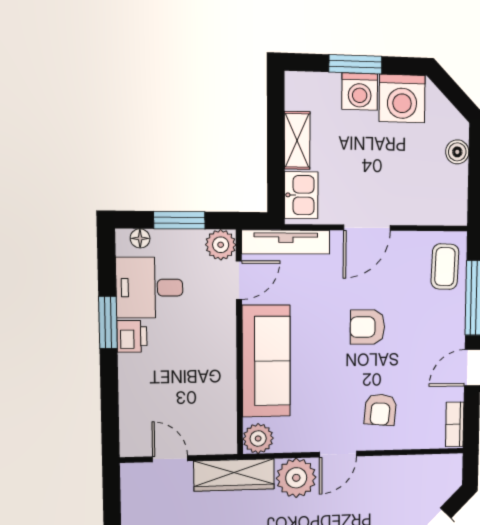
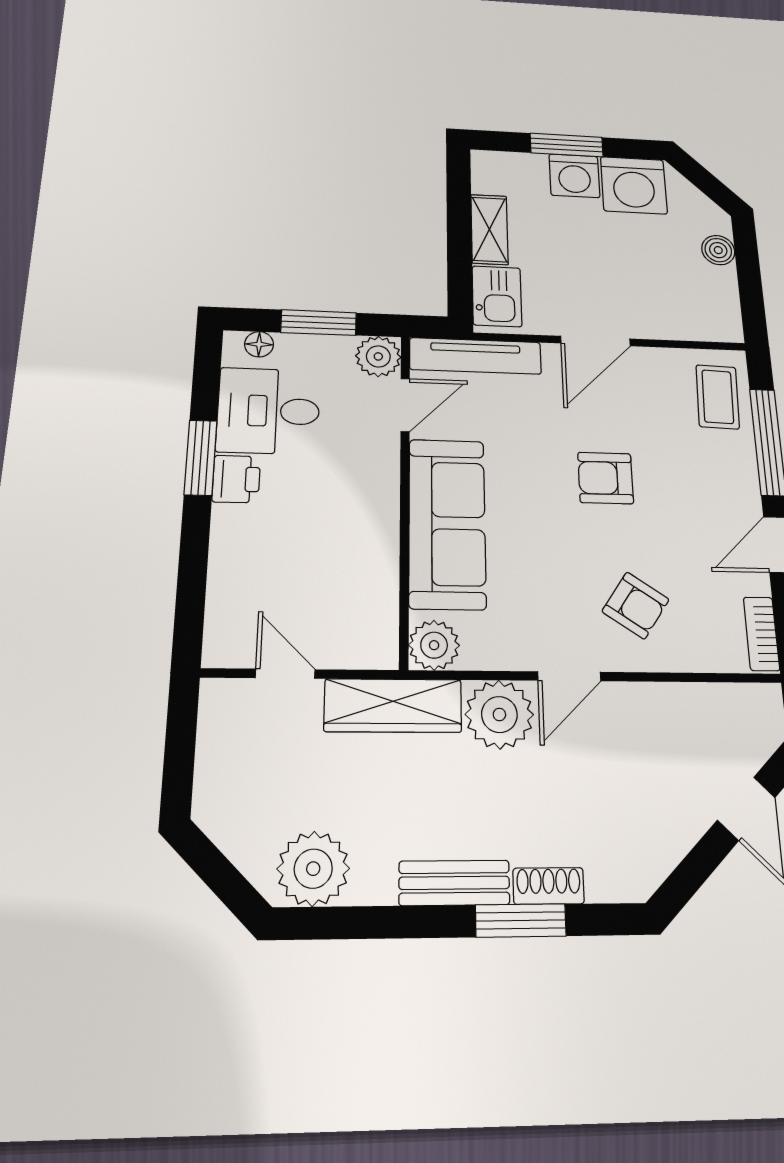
armchair: (380, 410) -> (636, 605), turned -61

